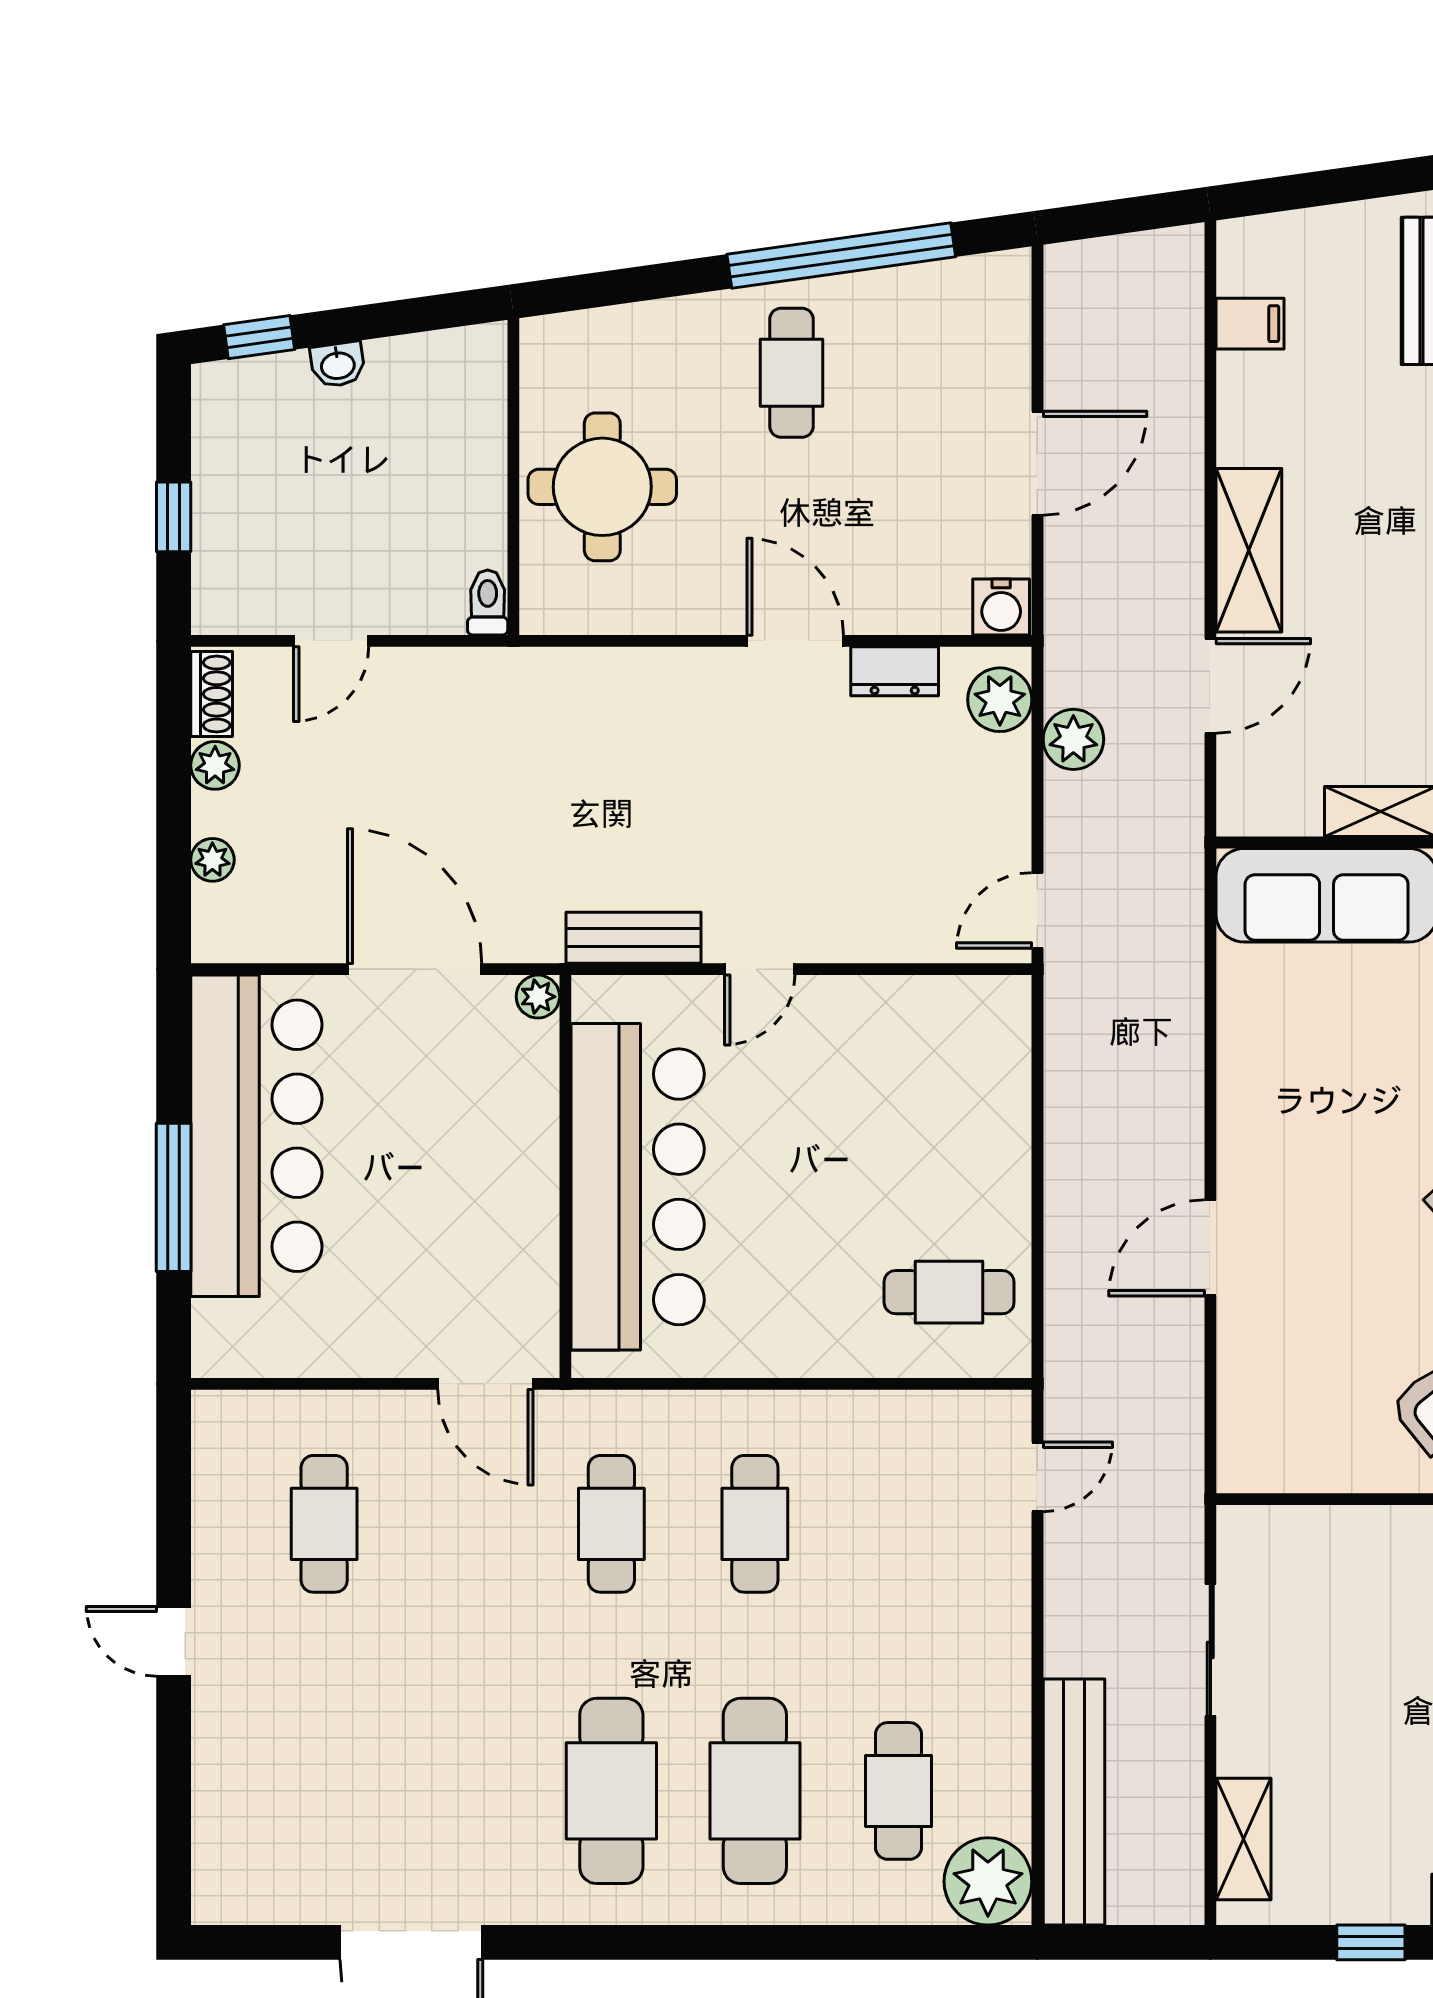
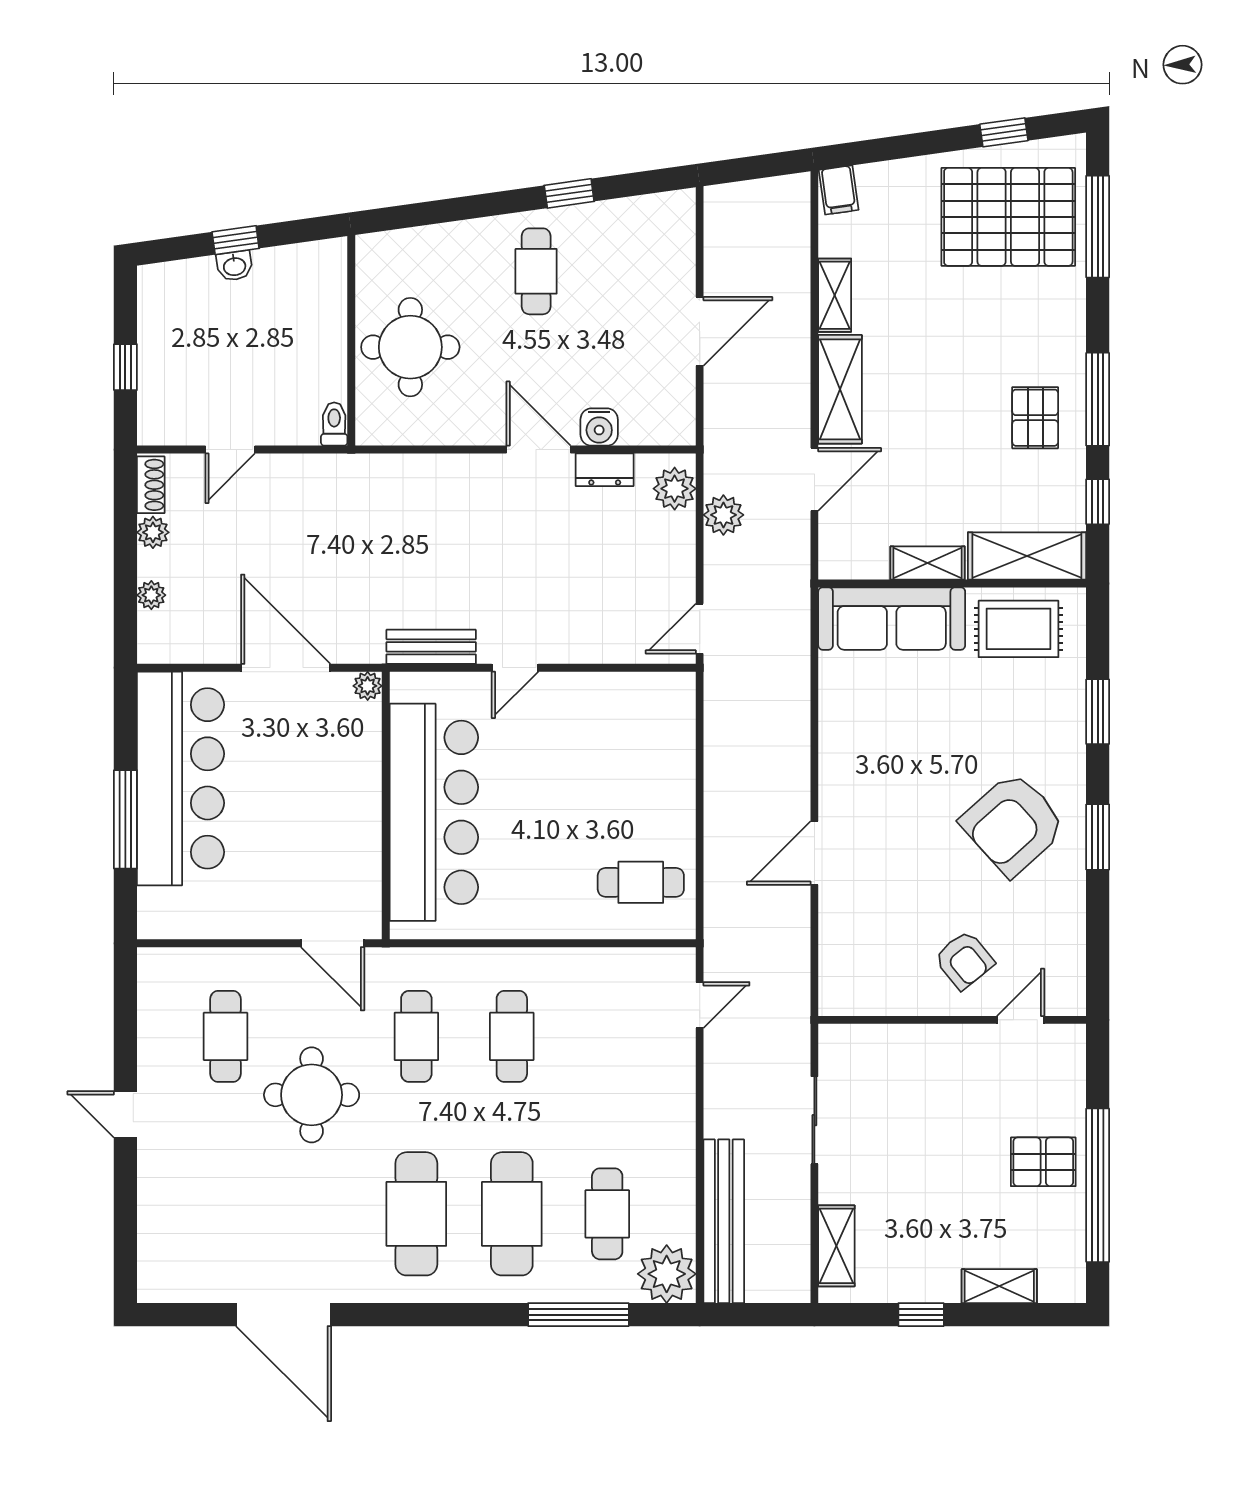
window: (841, 256) -> (569, 193), width x0.32
filing cabinet: (1250, 324) -> (839, 190), moved, turned 82
window: (259, 337) -> (236, 240), moved
shelving: (1241, 409) -> (835, 295), added
water cooler: (1001, 607) -> (599, 427), moved
round table: (454, 1612) -> (312, 1095), added
window: (855, 1942) -> (578, 1315), added

